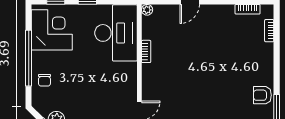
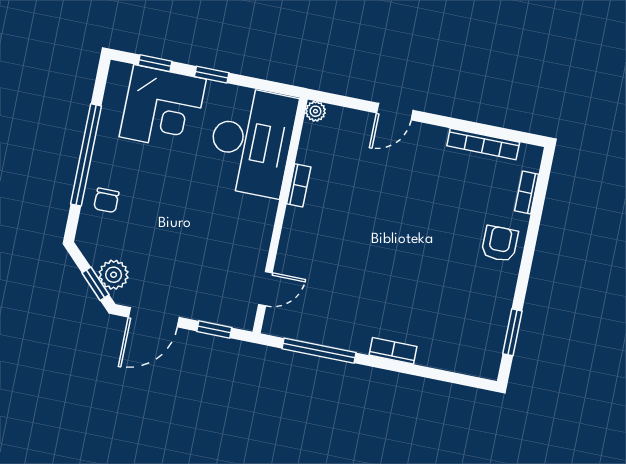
bookcase: (248, 9) -> (483, 144), width x1.56
corner desk: (52, 30) -> (163, 108), moved, turned 90
armchair: (262, 95) -> (500, 244), moved, turned 90

